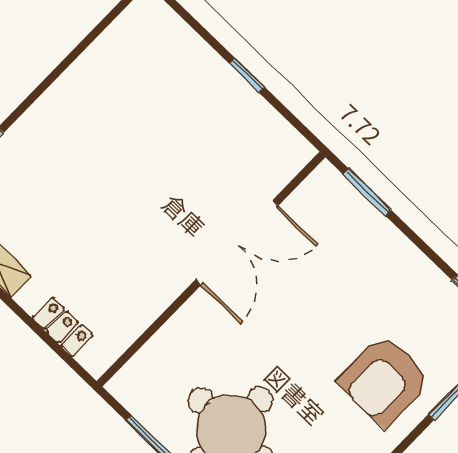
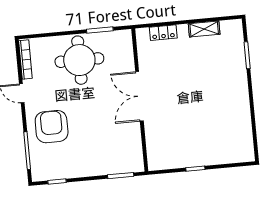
double door: (237, 243) -> (139, 96), moved

